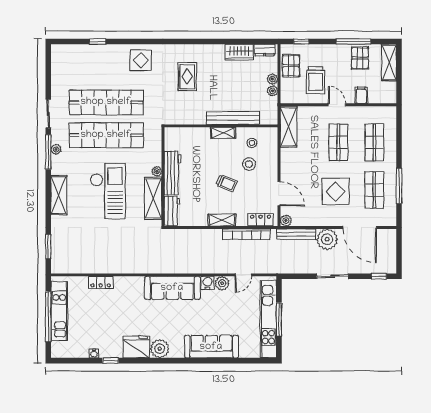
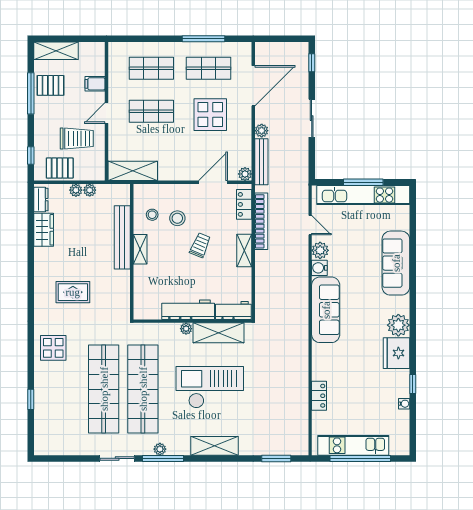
plant: (327, 239) -> (262, 131), width x0.53, depth x0.53

